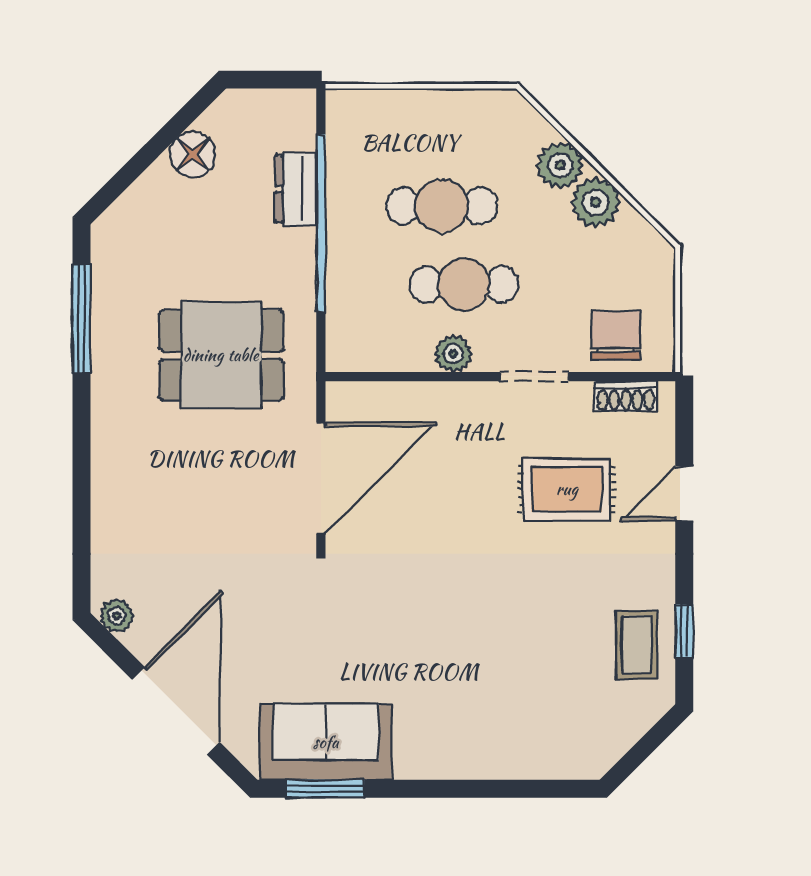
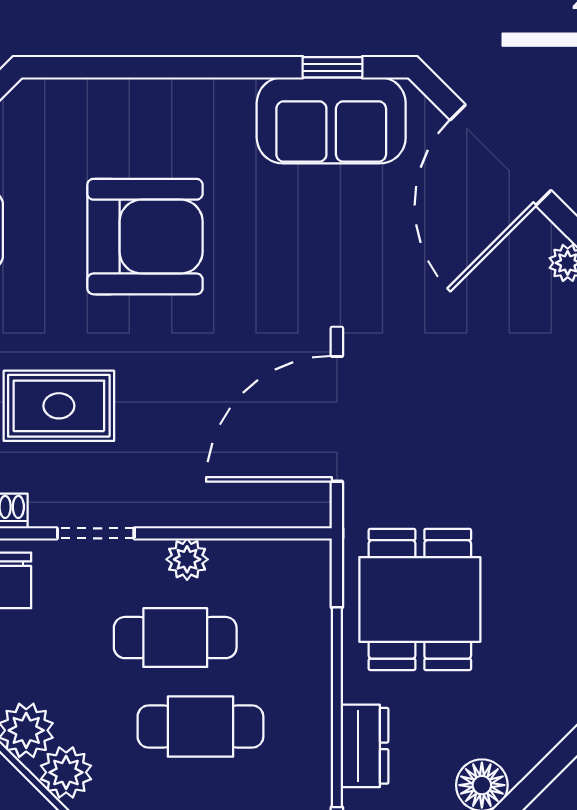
dining table: (221, 355) -> (420, 599), moved, turned 90
armchair: (491, 639) -> (145, 237), added
window: (325, 789) -> (332, 67), width x0.67

